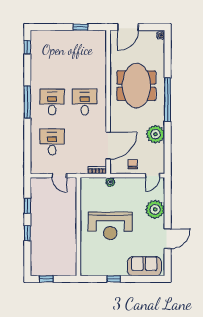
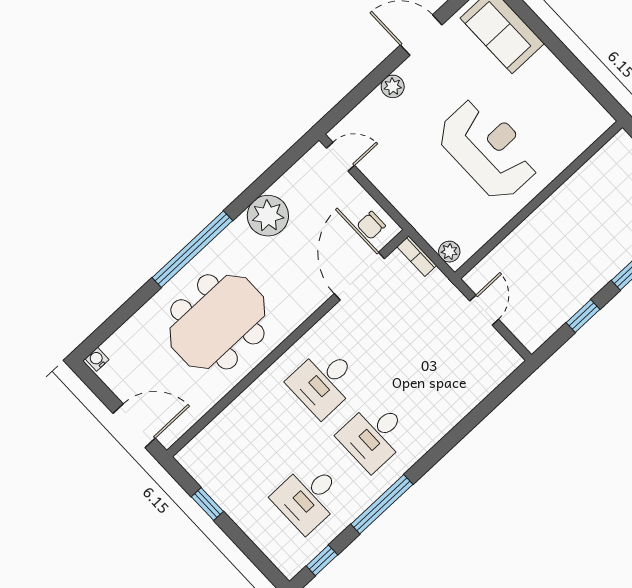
window: (27, 102) -> (382, 504), moved
desk: (52, 142) -> (308, 497), moved
door: (108, 145) -> (359, 276), hinge flipped
chair: (133, 164) -> (371, 225), moved
plant: (110, 182) -> (449, 252), moved
plant: (155, 209) -> (393, 86), width x0.53, depth x0.53
window: (114, 279) -> (571, 62), removed

